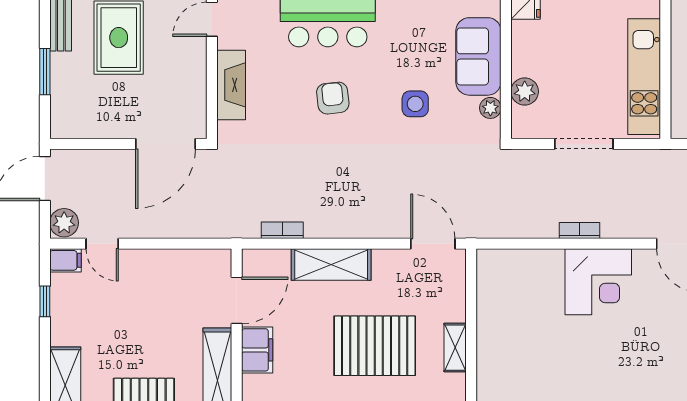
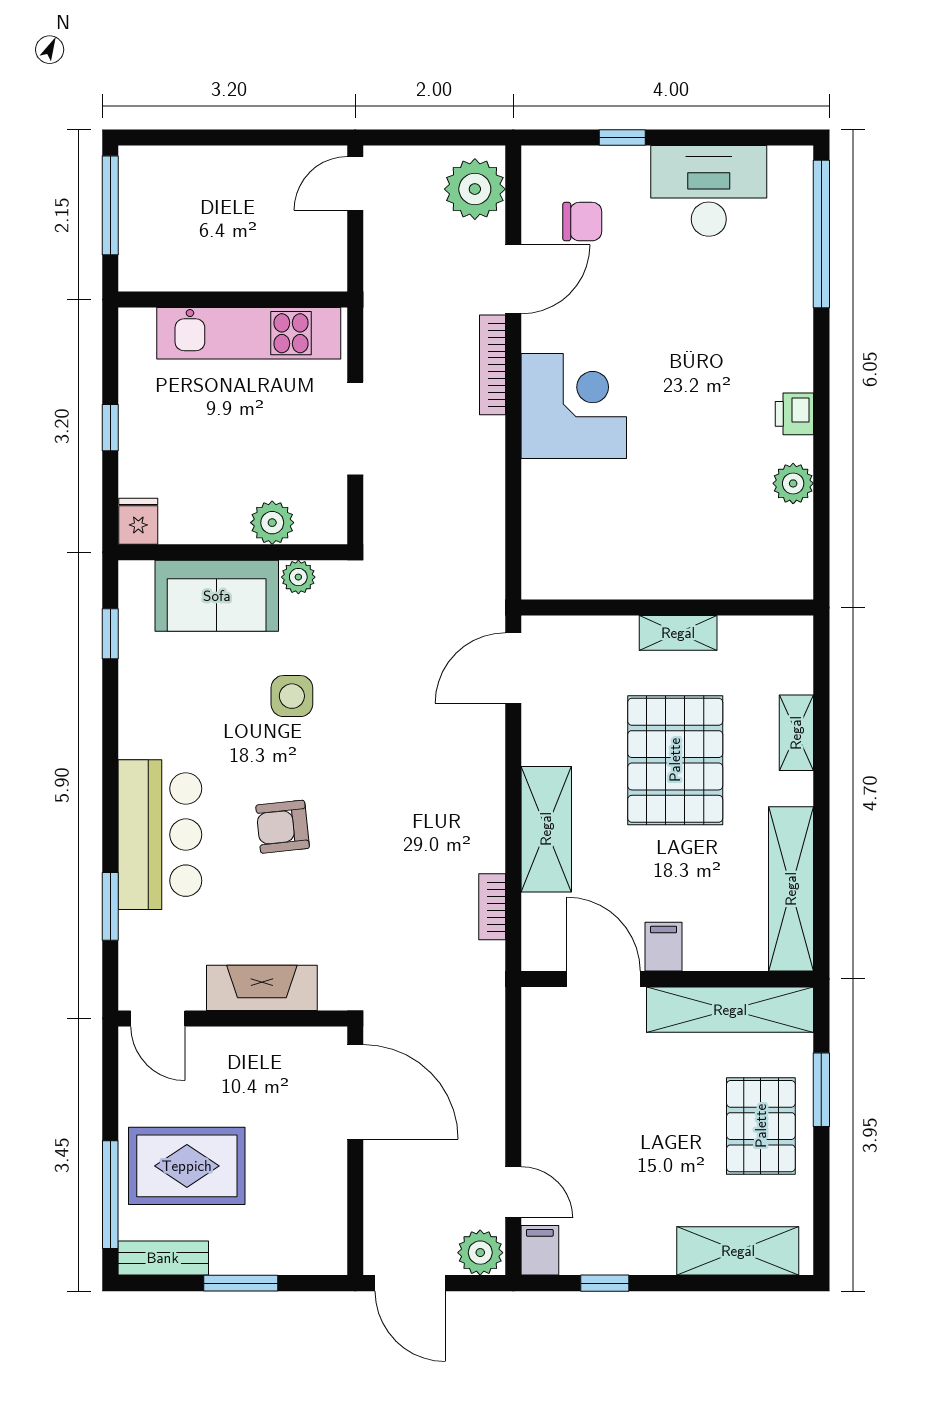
bookcase: (580, 230) -> (493, 365), moved, width x1.56
door: (102, 244) -> (513, 1192), hinge flipped
filing cabinet: (257, 350) -> (664, 947), width x0.50

